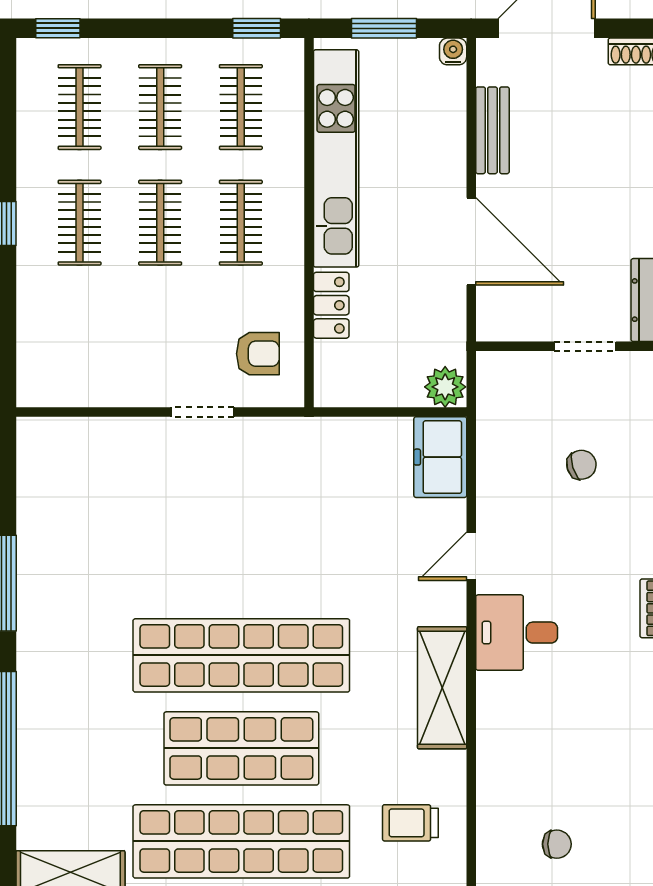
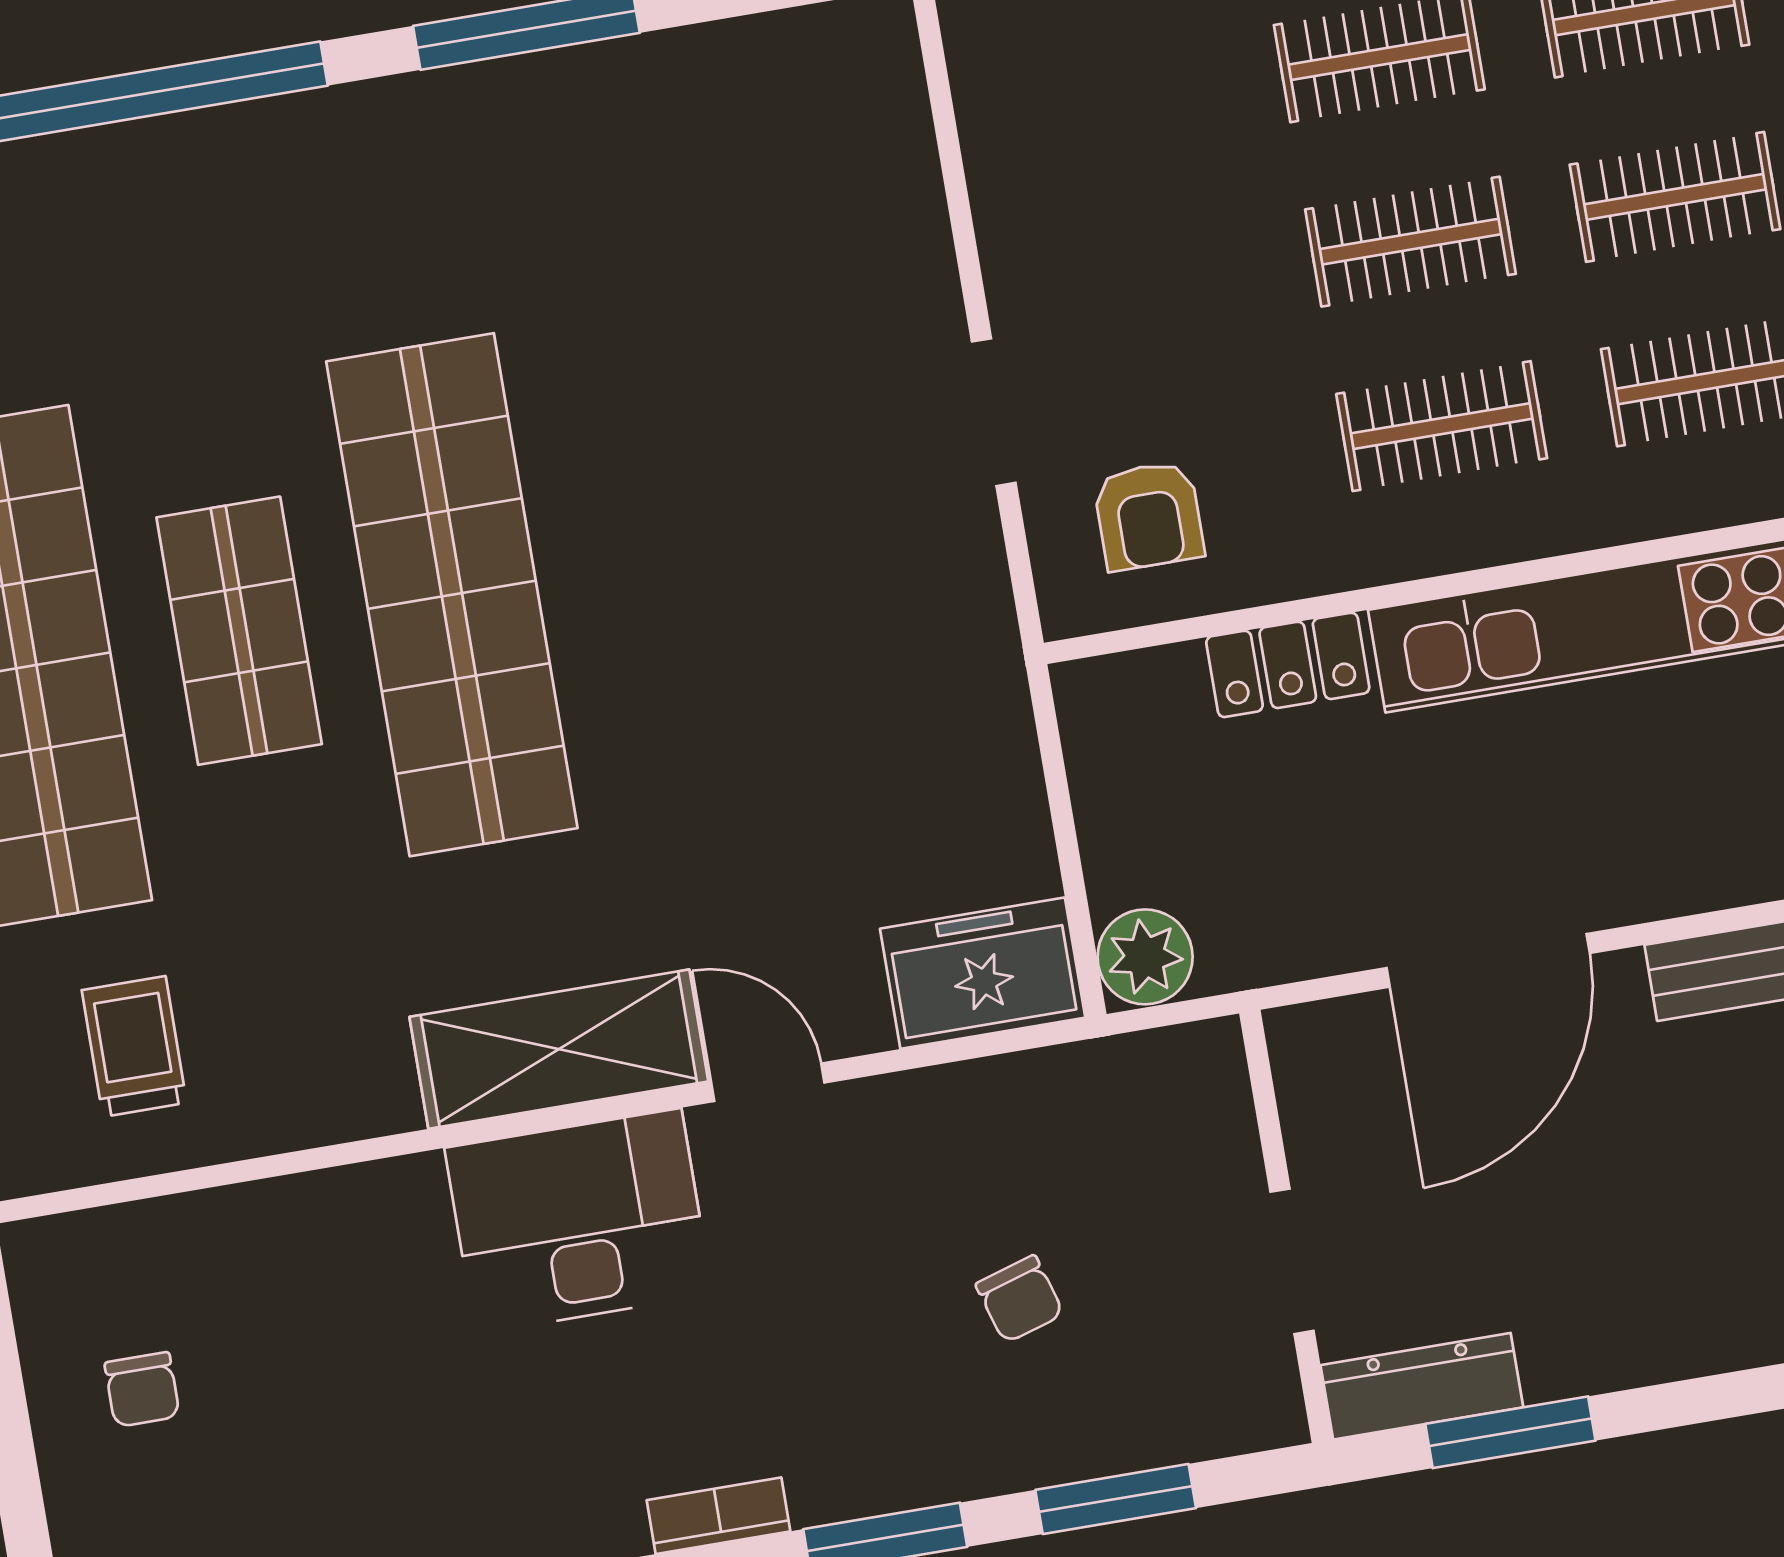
desk: (517, 633) -> (579, 1221), width x1.37
shelving: (442, 688) -> (559, 1049), moved
shop shelf: (241, 748) -> (239, 631), width x0.70, depth x0.74

